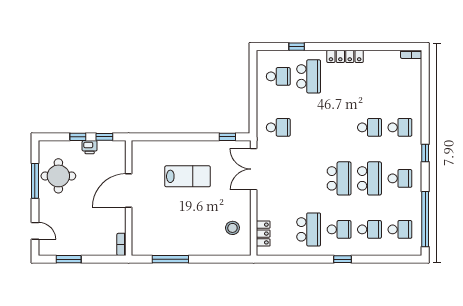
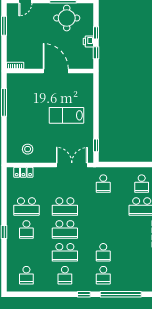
lab bench: (188, 176) -> (66, 115), turned 90
window: (425, 219) -> (121, 294), moved
school desk: (369, 229) -> (65, 206), moved, width x1.85

